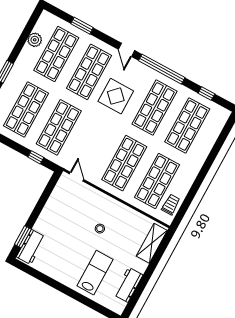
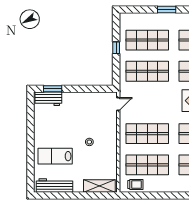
window: (36, 157) -> (116, 48), moved
lab bench: (95, 273) -> (55, 156), turned 180
workbench: (128, 285) -> (54, 185), width x1.38

